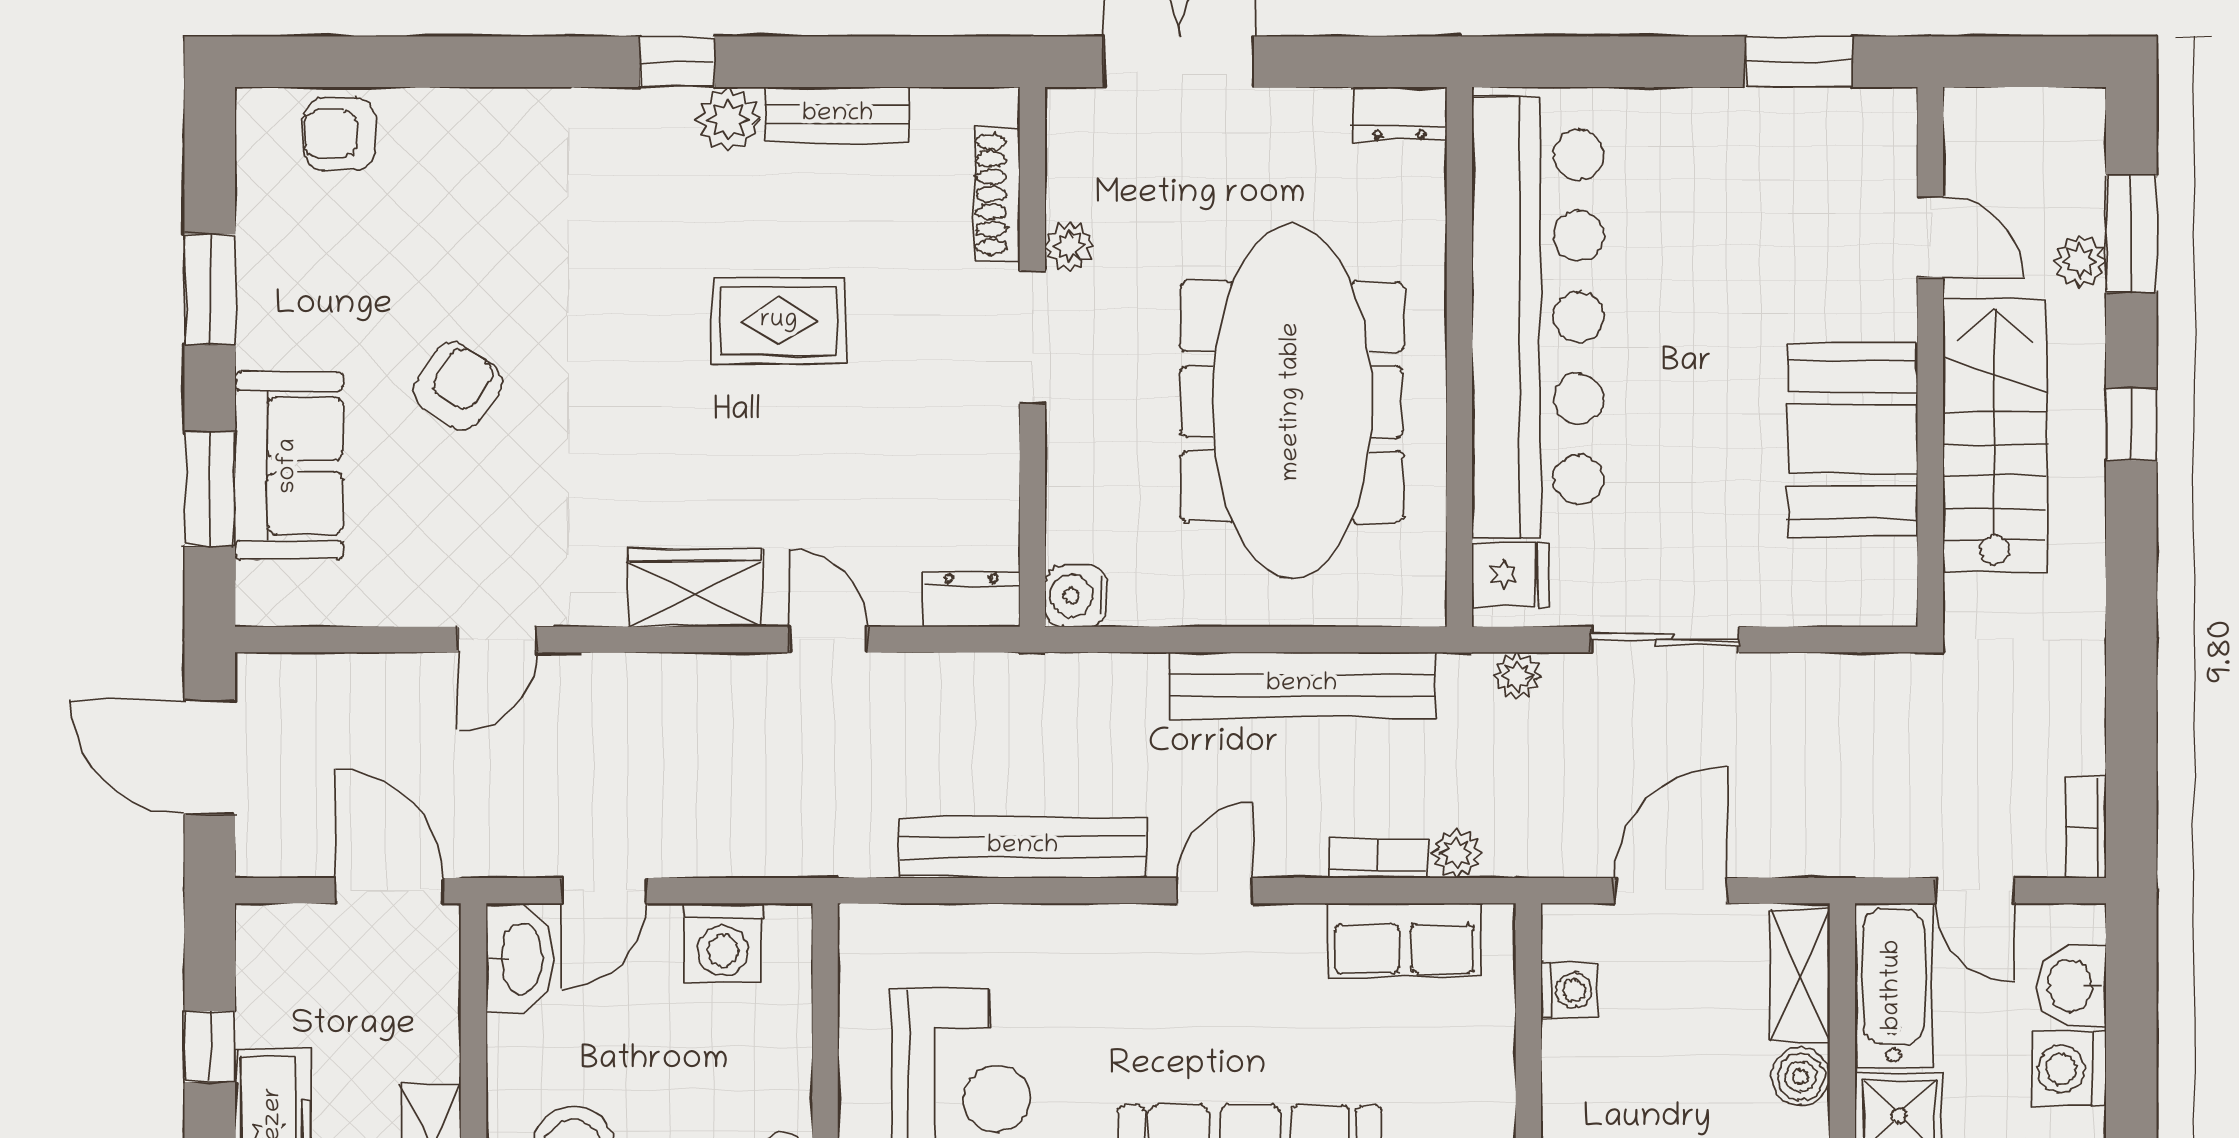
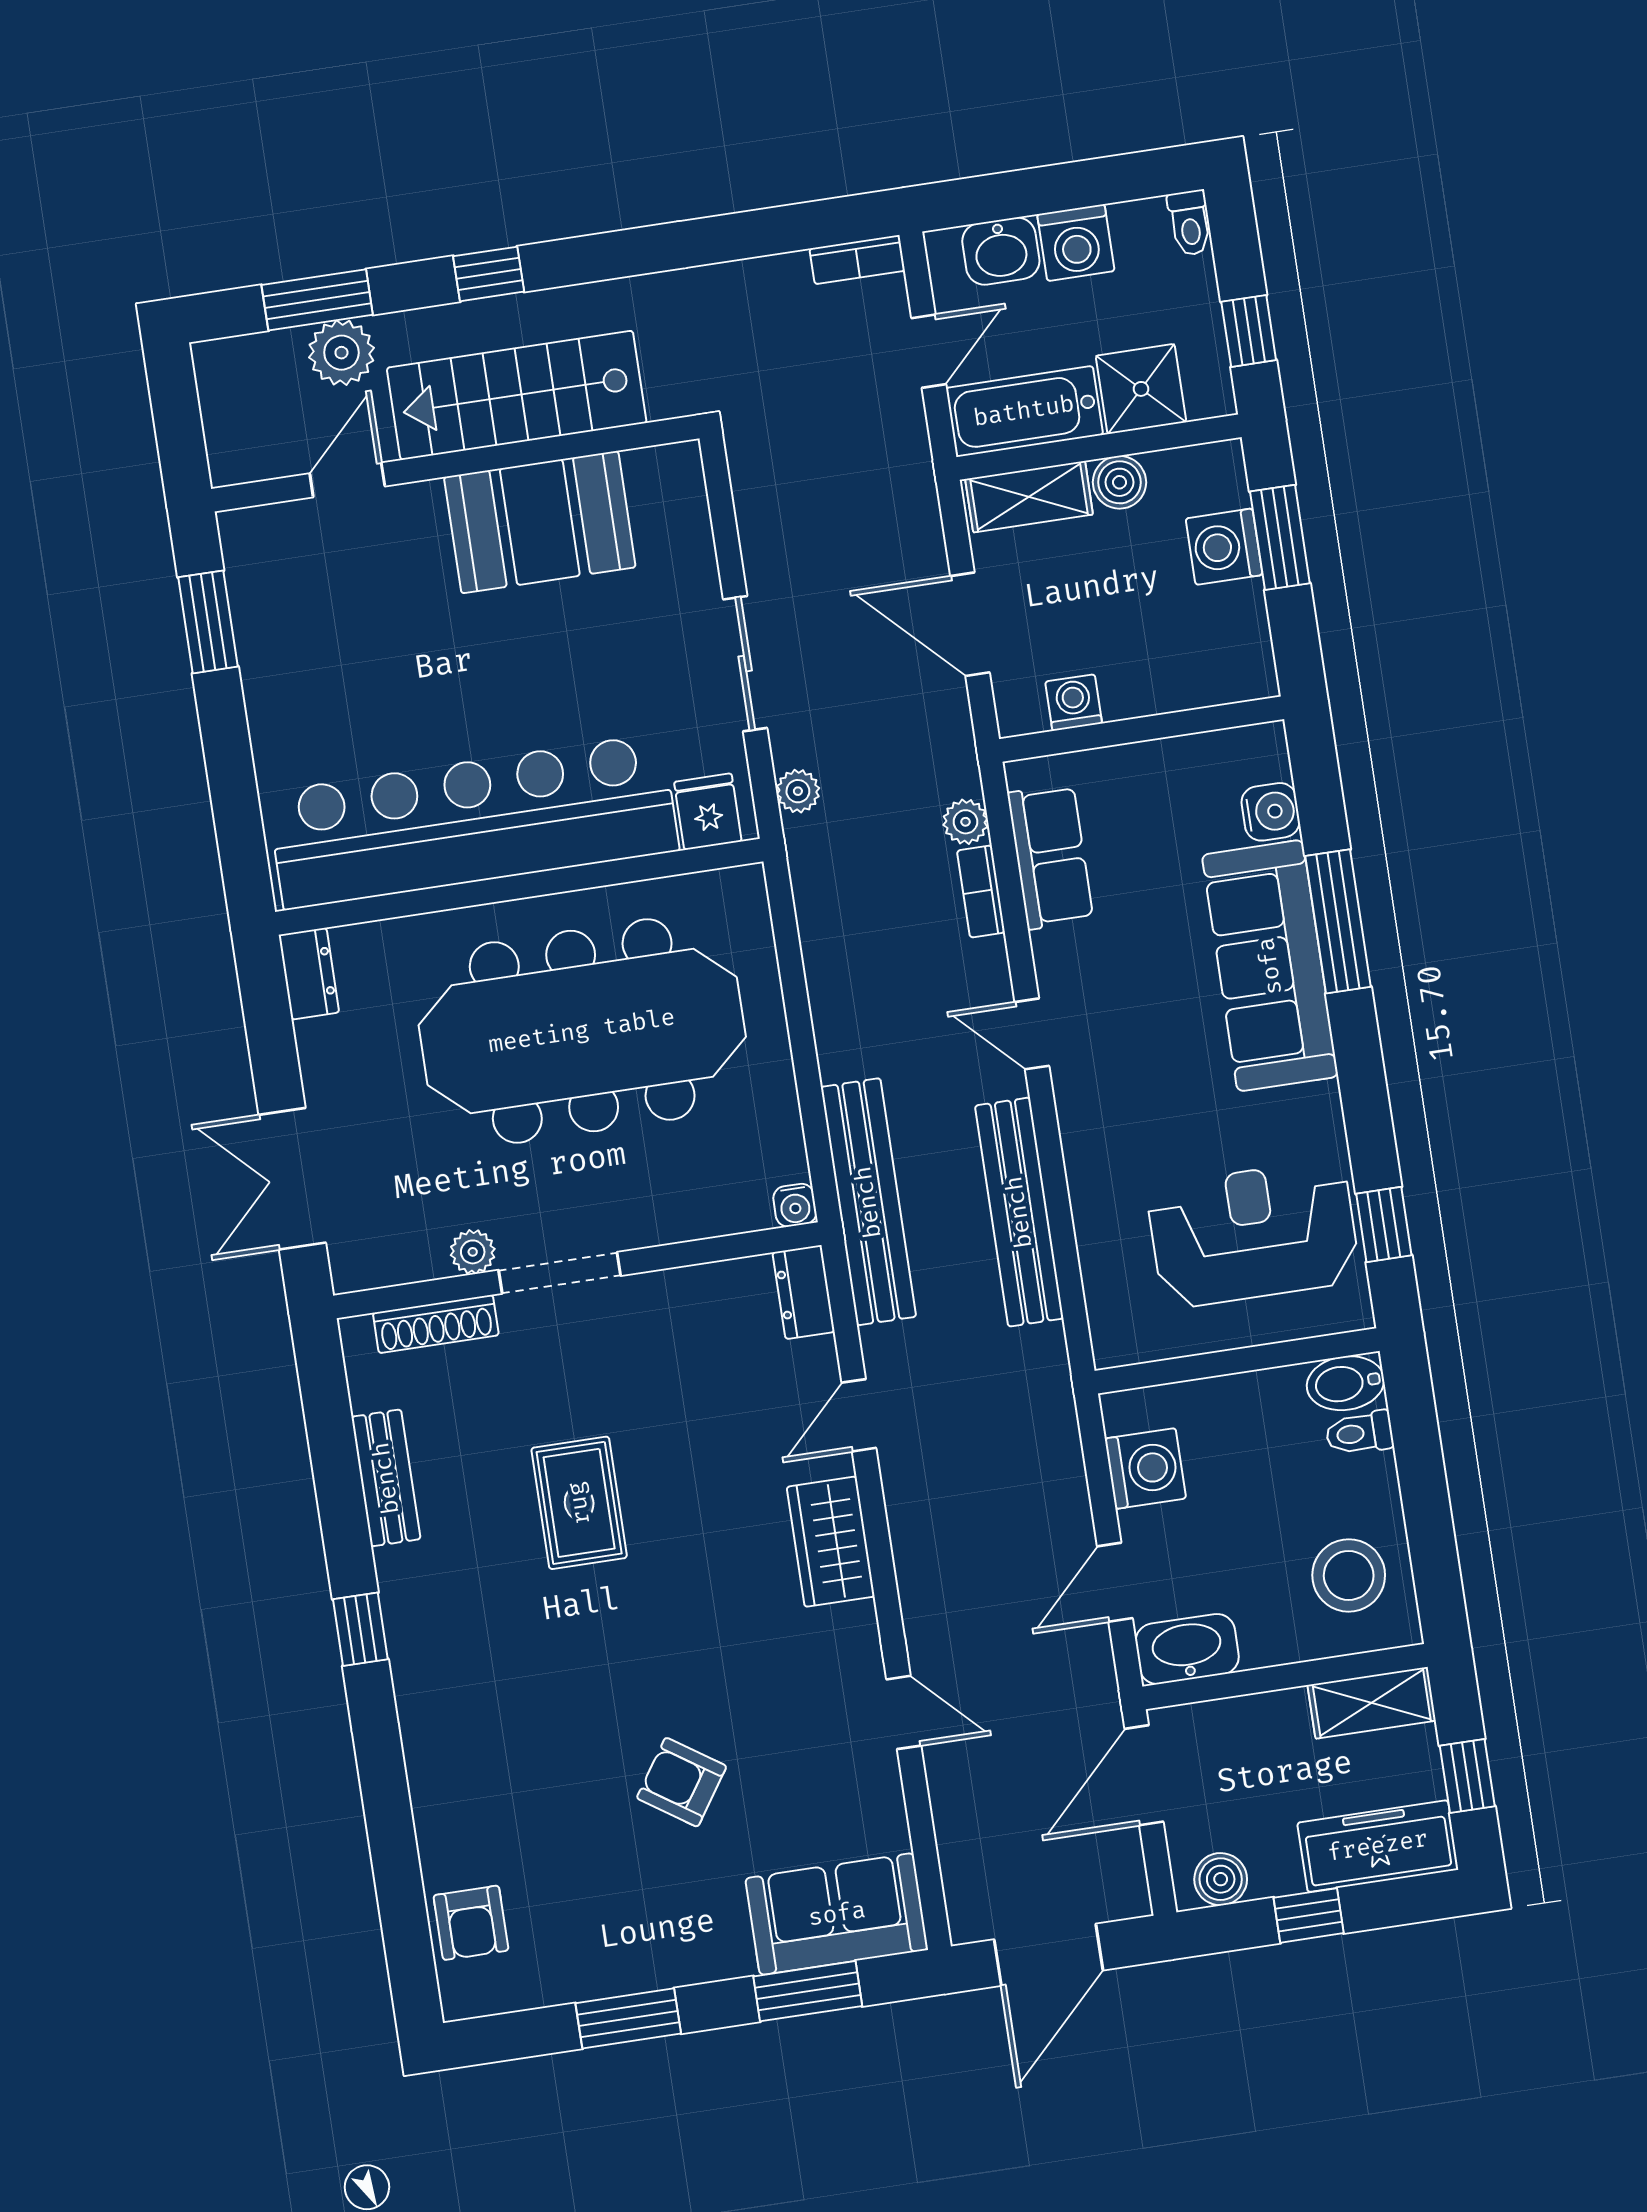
plant: (728, 120) -> (405, 1576), removed
plant: (2080, 261) -> (341, 353), width x1.38, depth x1.38
sofa: (289, 466) -> (837, 1914), moved
water cooler: (1076, 596) -> (795, 1205), width x0.72, depth x0.72
bench: (1302, 685) -> (868, 1202), moved
door: (604, 891) -> (1115, 1582), swing flipped
boiler: (264, 957) -> (1221, 1879), added

